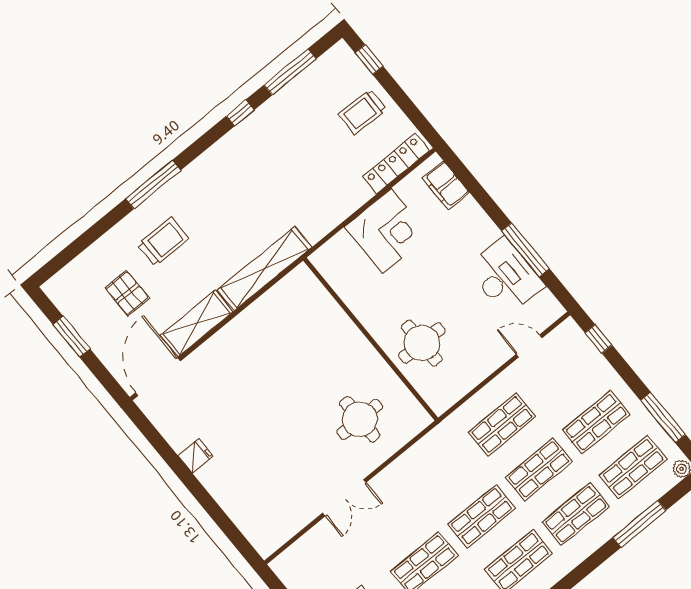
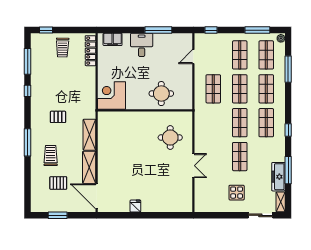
pallet: (239, 201) -> (58, 117), added
corner desk: (387, 231) -> (112, 96), moved, turned -90
shelving: (265, 269) -> (89, 135), width x0.68
desk: (505, 277) -> (142, 45), moved, width x0.73

